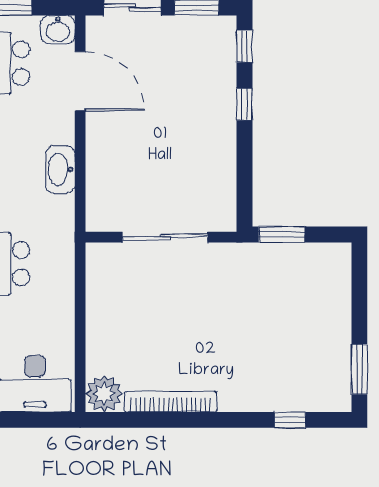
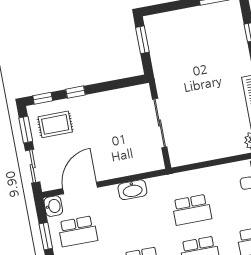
rug: (196, 59) -> (55, 124), added
window: (282, 235) -> (142, 40), moved

